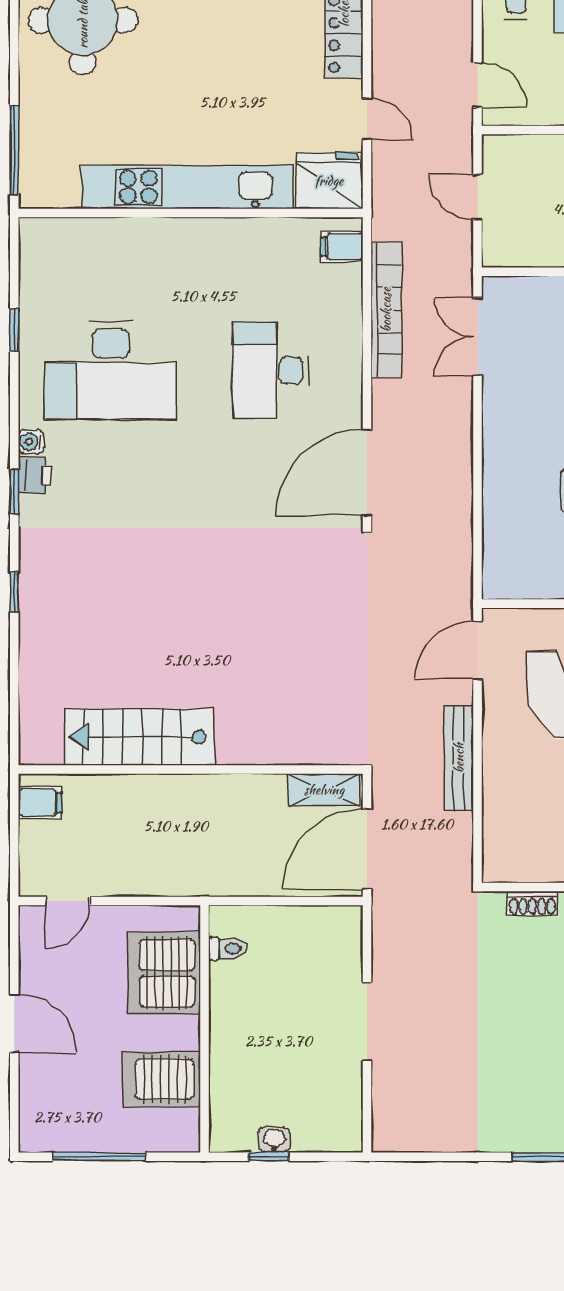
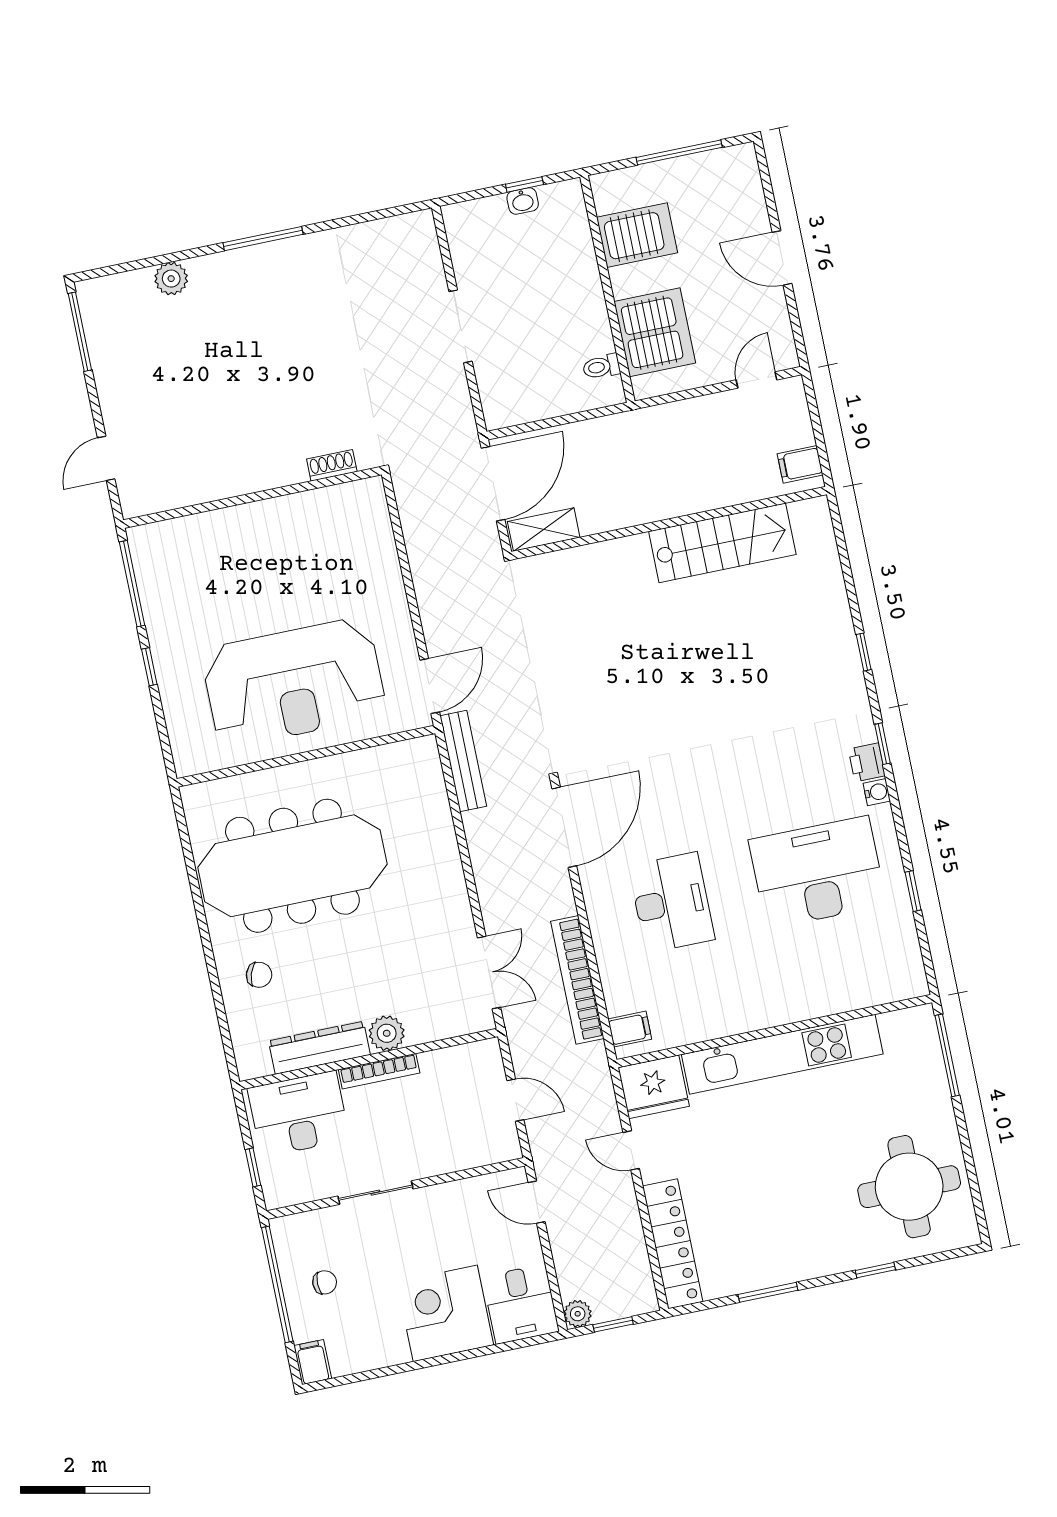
bench: (459, 758) -> (463, 761), moved

